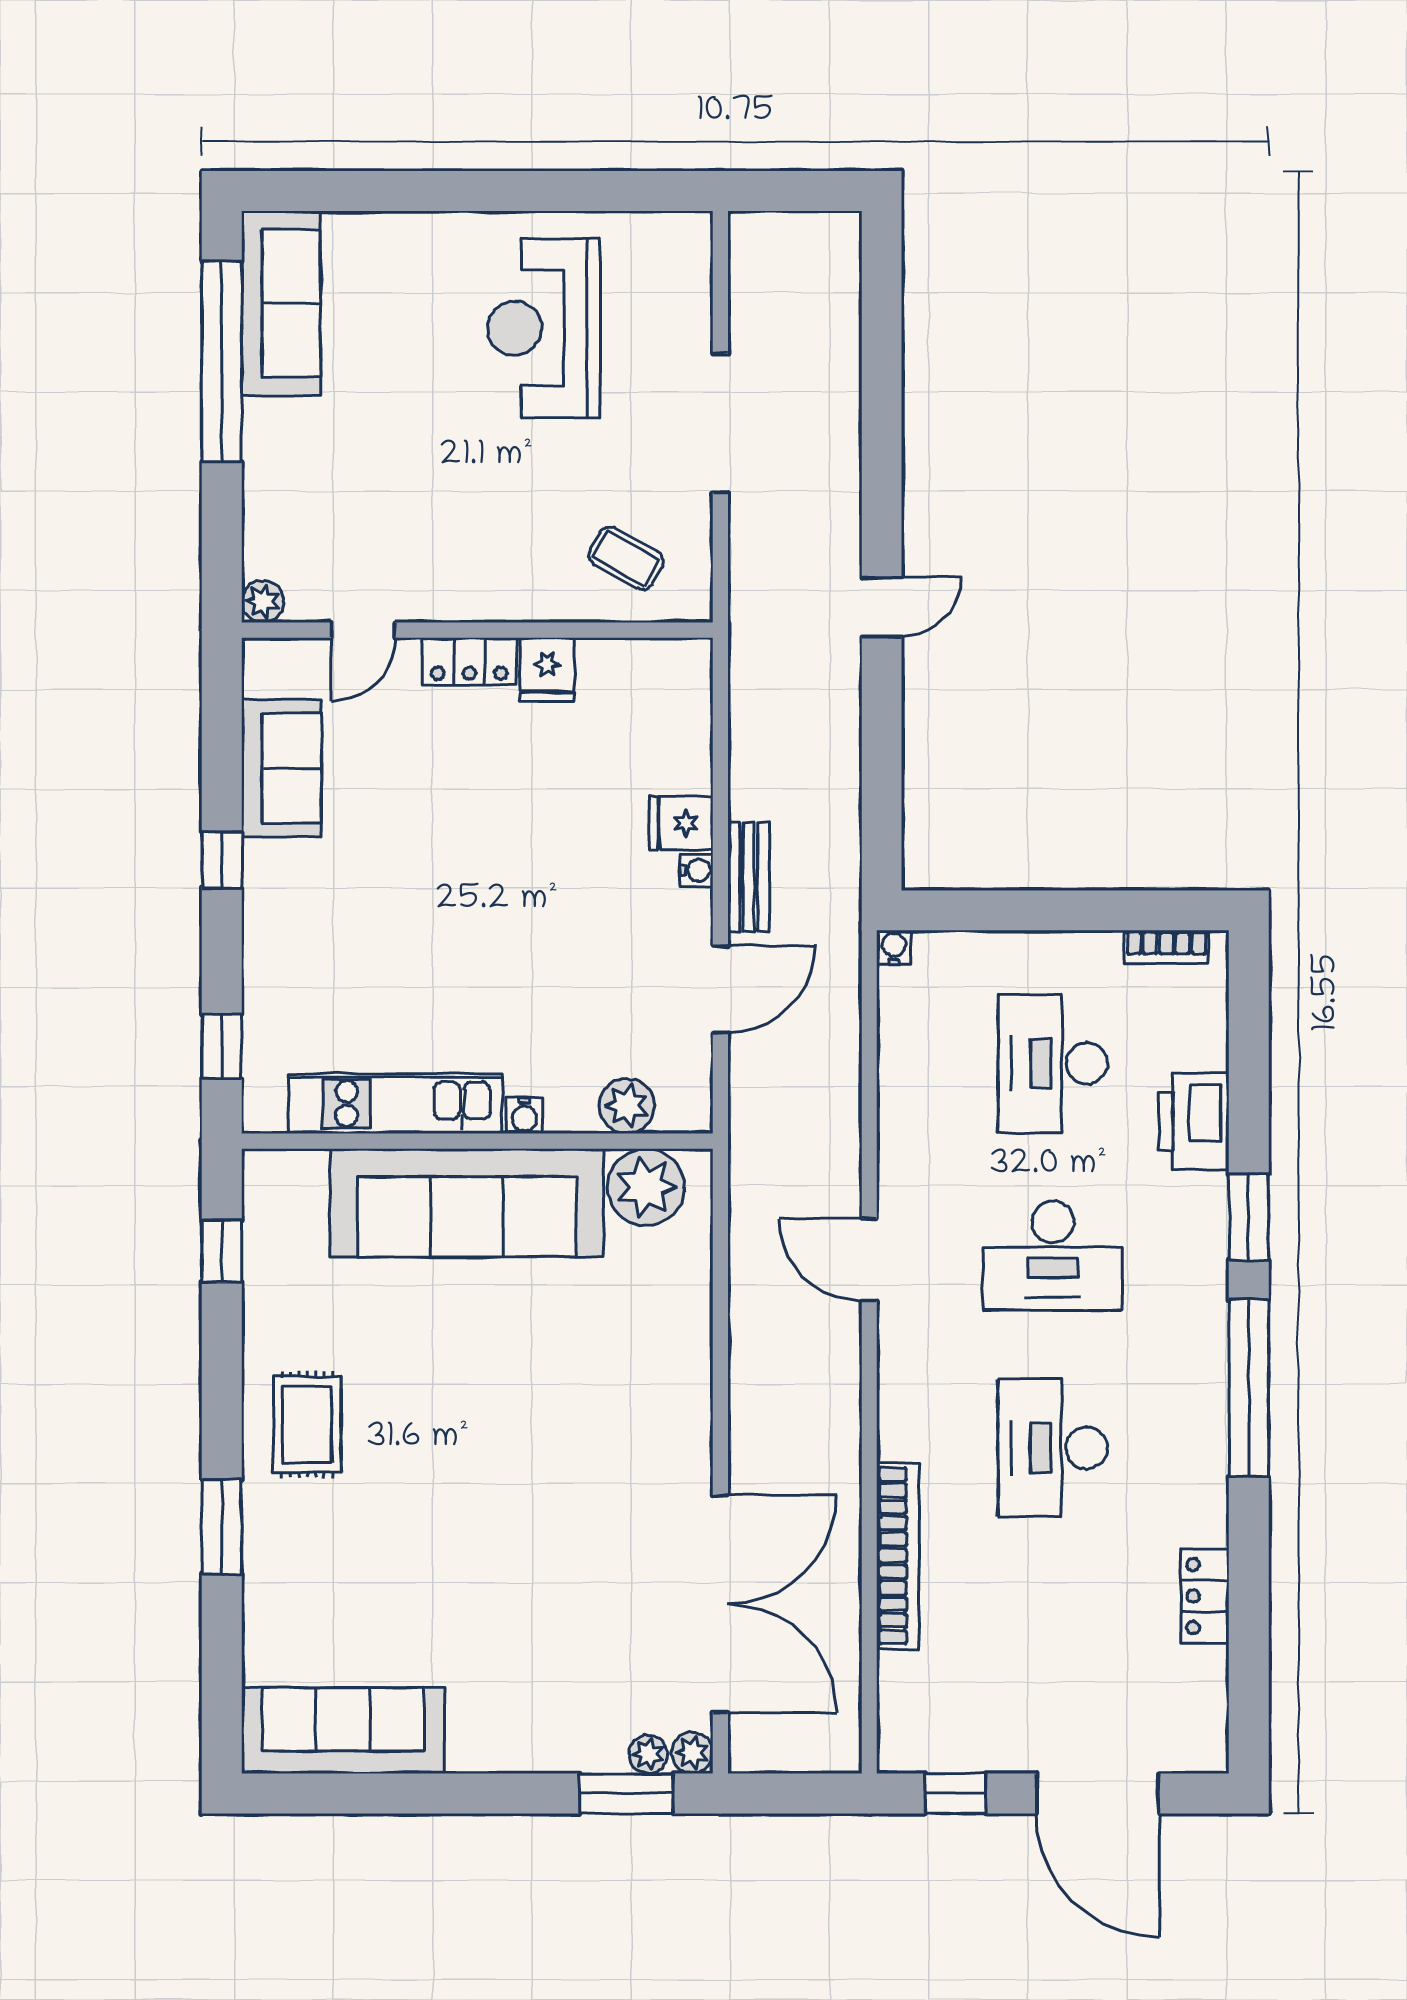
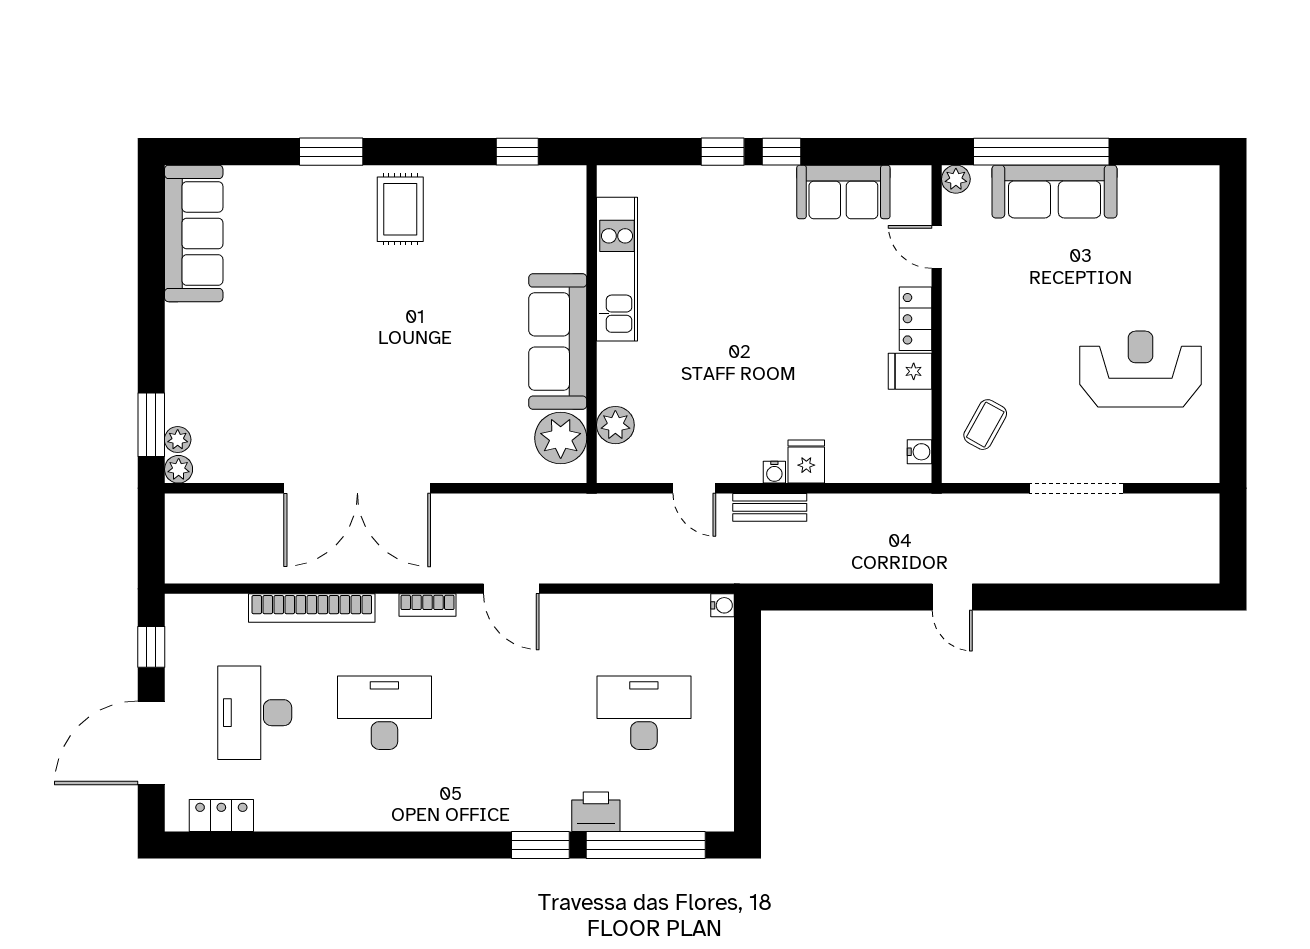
sofa: (281, 303) -> (1054, 192), moved
window: (222, 361) -> (1041, 152), moved
bookcase: (1166, 947) -> (428, 605), moved, turned -90
door: (720, 989) -> (694, 488), width x0.73
window: (222, 1046) -> (723, 152), moved
water cooler: (524, 1116) -> (919, 452), moved, turned 180
printer: (1194, 1122) -> (596, 812), width x0.73, depth x0.84
sofa: (467, 1203) -> (558, 342), width x0.74, depth x0.79
desk: (1053, 1256) -> (255, 713), moved
door: (869, 1260) -> (511, 589), swing flipped
window: (1249, 1388) -> (646, 845), moved
rug: (307, 1425) -> (400, 209), turned 90
locker: (1205, 1596) -> (221, 815), moved
double door: (720, 1604) -> (357, 488), moved

